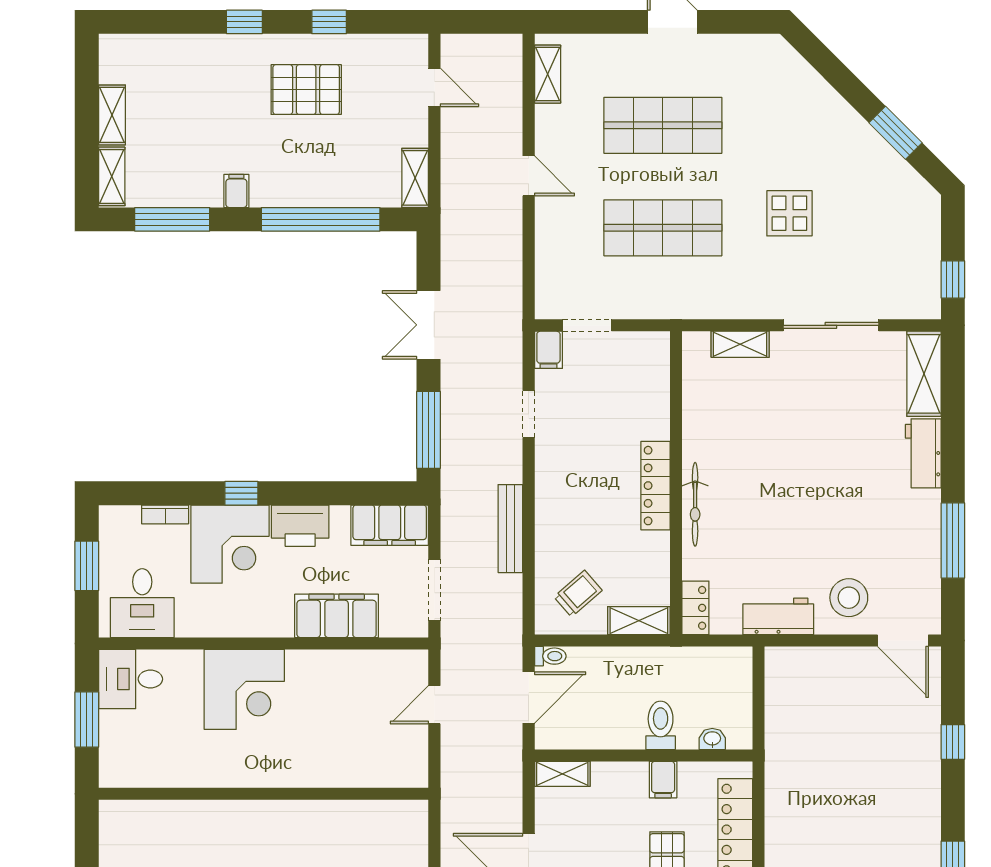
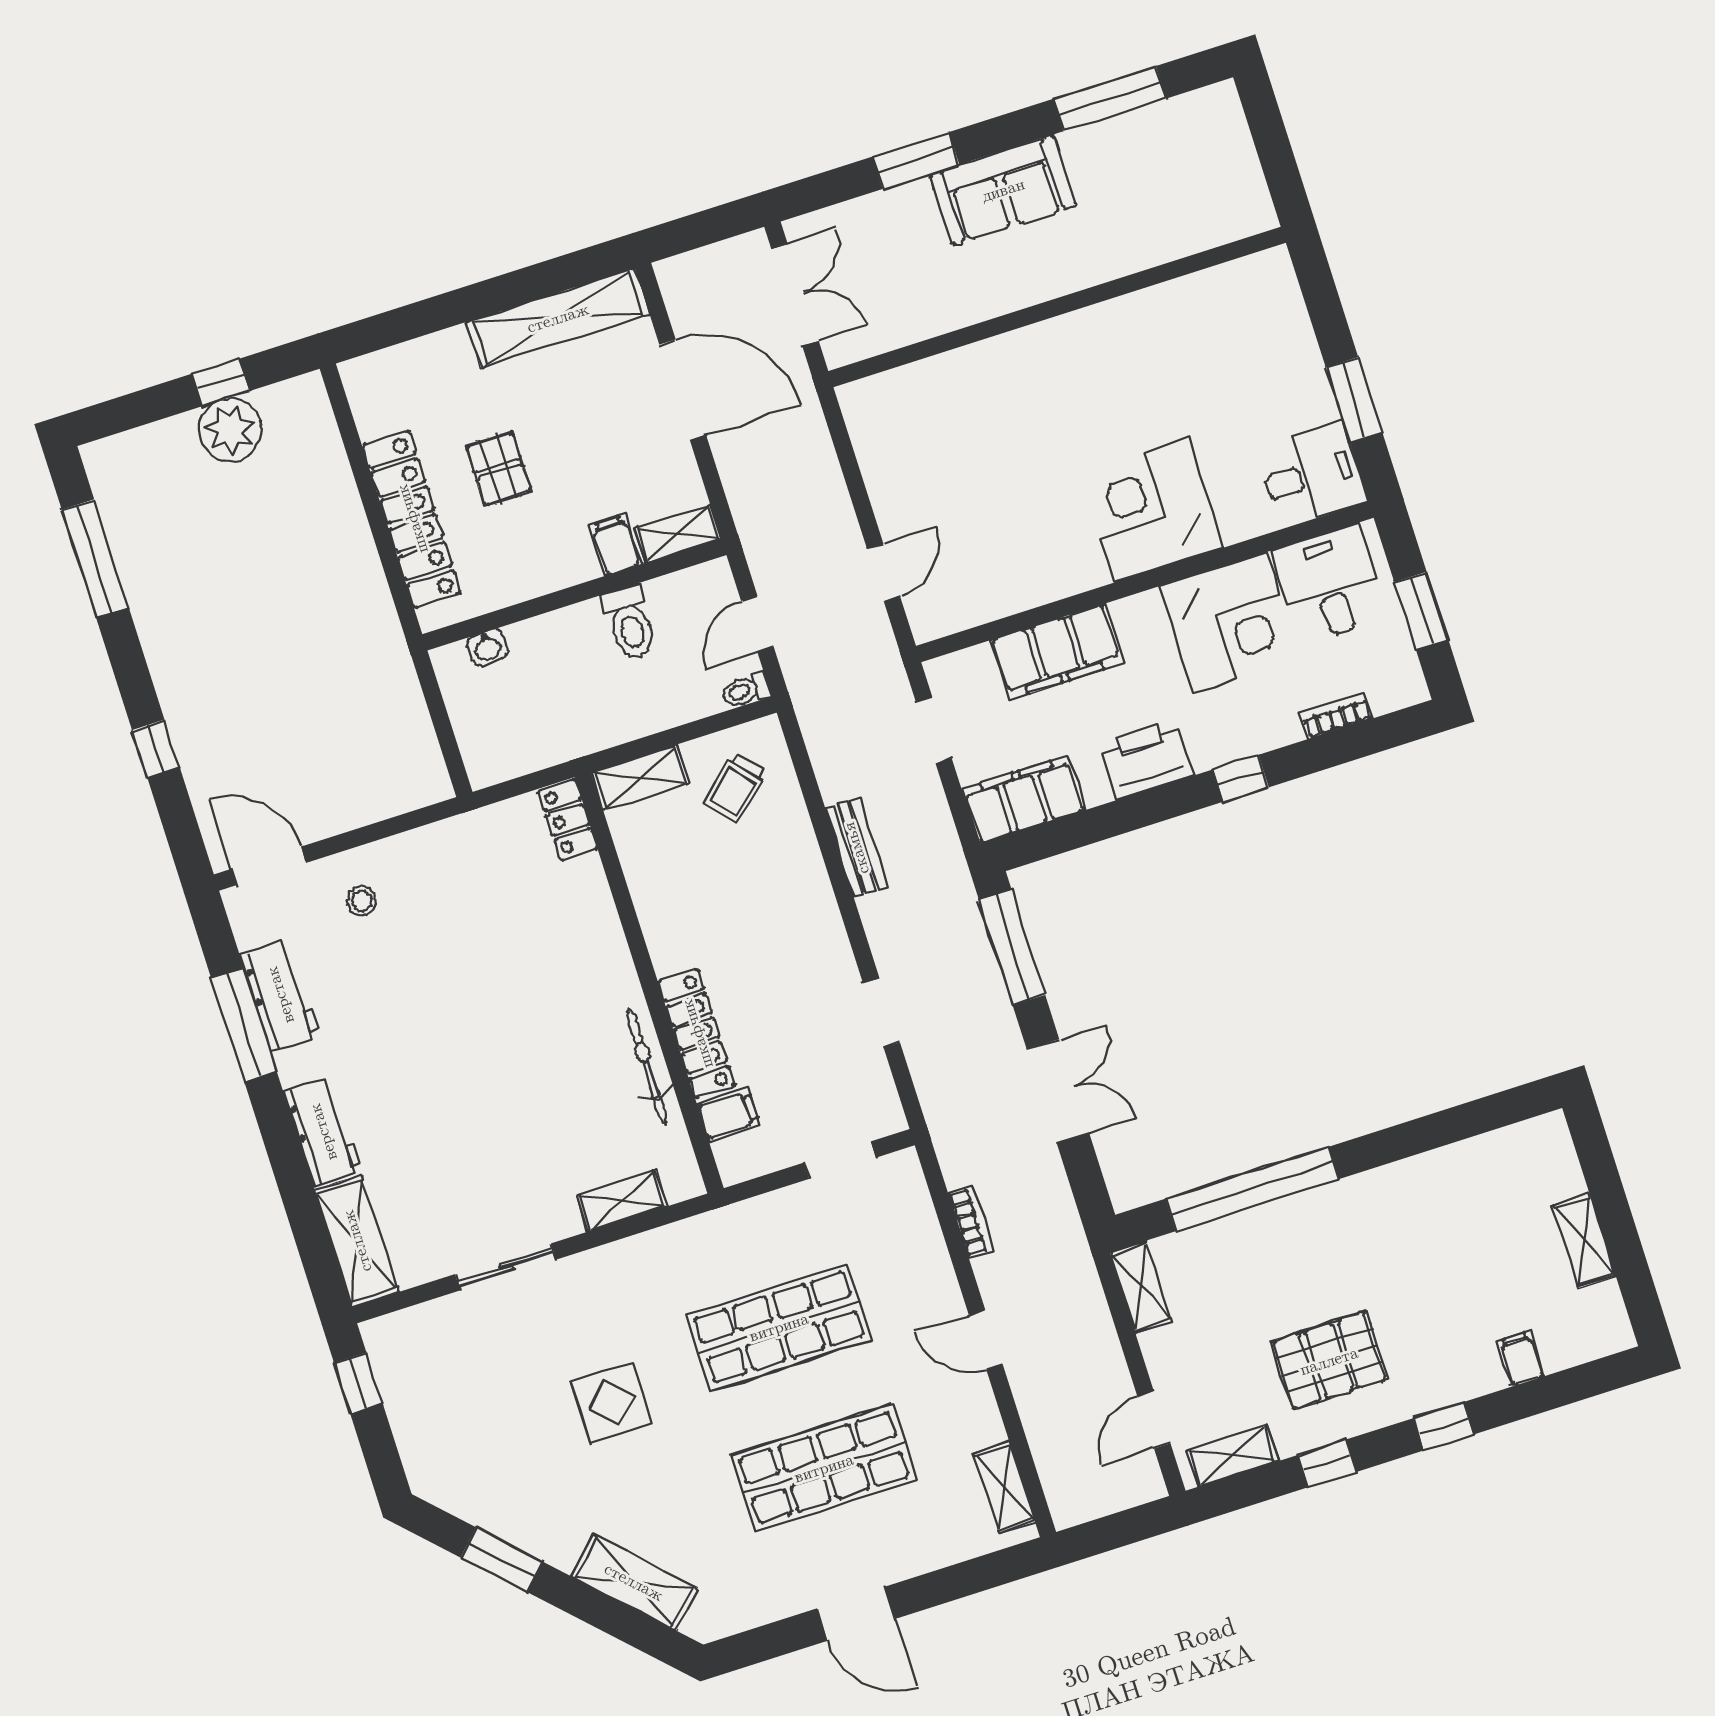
door: (434, 87) -> (1154, 1420), hinge flipped
shelving: (812, 90) -> (634, 1582), added
shelving: (112, 176) -> (1232, 1456), moved, turned 90
filing cabinet: (236, 191) -> (1521, 1359), moved, turned 180
window: (172, 219) -> (1456, 1124), removed
bookcase: (513, 257) -> (971, 1221), added
sliding door: (831, 325) -> (506, 1267), width x0.73
filing cabinet: (548, 350) -> (728, 1115), moved, turned 90
locker: (655, 486) -> (697, 1034), moved
bicycle: (695, 504) -> (647, 1066), moved
bench: (510, 529) -> (856, 848), width x0.73
corner desk: (230, 544) -> (1230, 623), moved, turned 180
doorway: (434, 590) -> (934, 730), width x0.73
stool: (849, 598) -> (362, 901), width x0.53, depth x0.53
workbench: (778, 616) -> (280, 995), moved, turned -90
door: (529, 697) -> (757, 624), width x0.73
toilet: (661, 725) -> (630, 623), moved
filing cabinet: (663, 780) -> (615, 545), moved
wall: (264, 794) -> (1057, 307), moved

